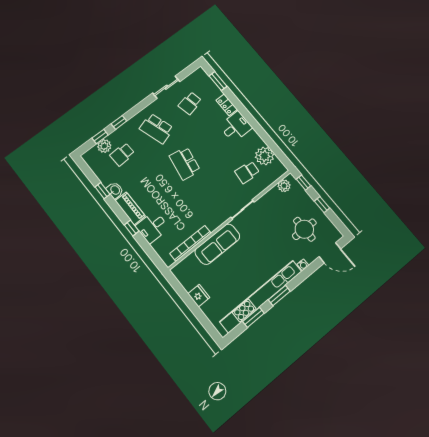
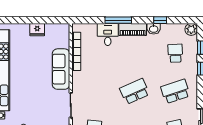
plant: (104, 146) -> (191, 29), moved
school desk: (185, 163) -> (135, 91), turned -33
window: (132, 228) -> (118, 20), width x2.17

